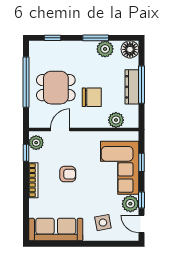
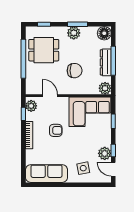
plant: (105, 49) -> (74, 33), moved
dining table: (56, 88) -> (44, 50), moved
plant: (116, 120) -> (105, 88), moved
door: (60, 130) -> (50, 96), hinge flipped
corner sofa: (120, 168) -> (90, 112), moved, turned -90

